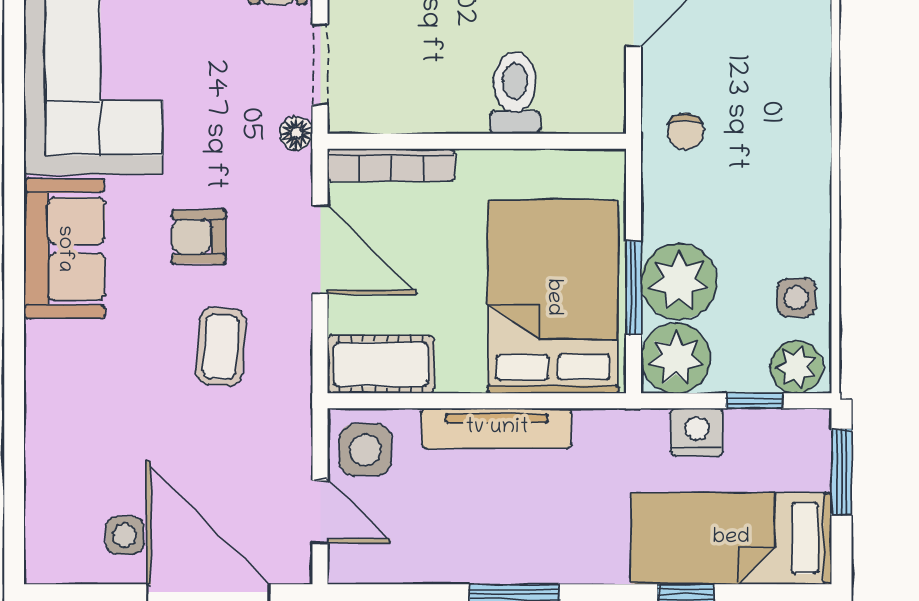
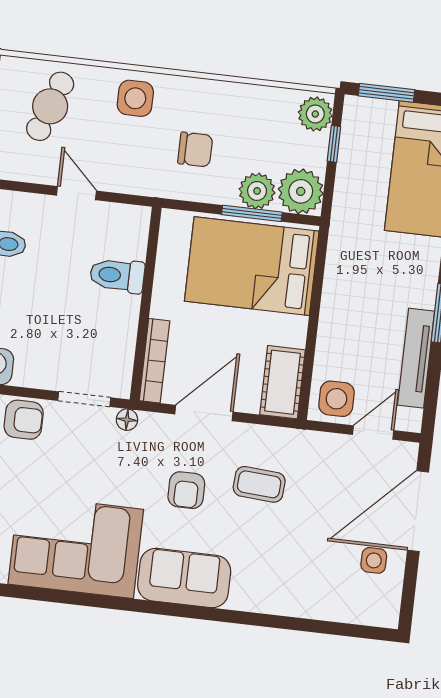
chair: (686, 132) -> (195, 150), moved, width x1.37, depth x1.37
plant: (679, 281) -> (257, 191), width x0.73, depth x0.73
side table: (796, 298) -> (135, 98), moved, width x1.37, depth x1.37
tv unit: (497, 428) -> (416, 358), moved, turned 180
nightstand: (697, 432) -> (350, 183), removed

